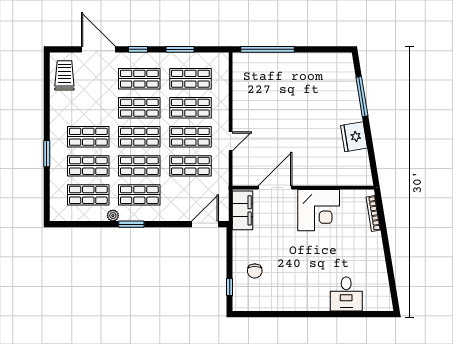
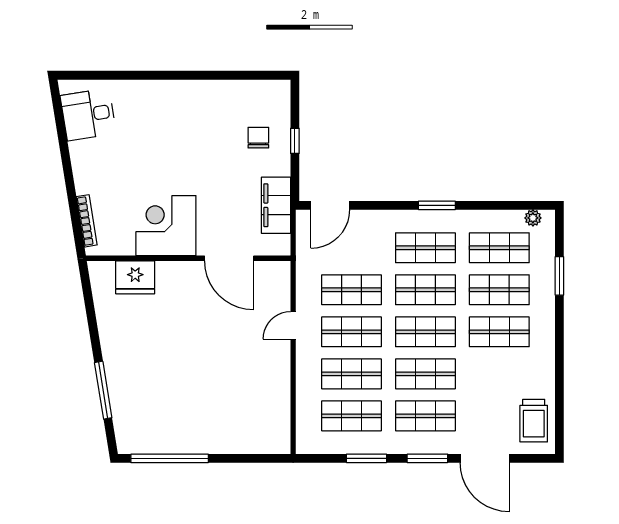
window: (138, 49) -> (427, 458), width x1.50
window: (268, 49) -> (170, 458), moved
fridge: (354, 137) -> (135, 277), moved, turned 99
window: (47, 154) -> (559, 276), moved
door: (275, 188) -> (229, 258), hinge flipped
filing cabinet: (243, 210) -> (276, 205), moved
plant: (113, 216) -> (533, 218), moved
window: (230, 287) -> (295, 141), moved
desk: (346, 294) -> (88, 115), moved, turned -99

